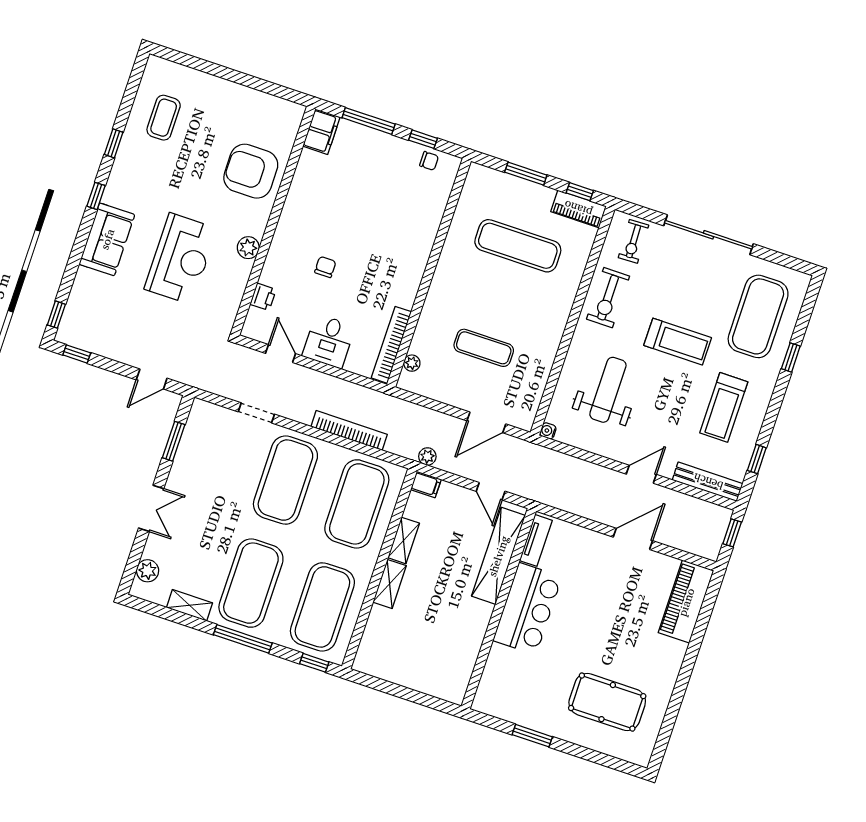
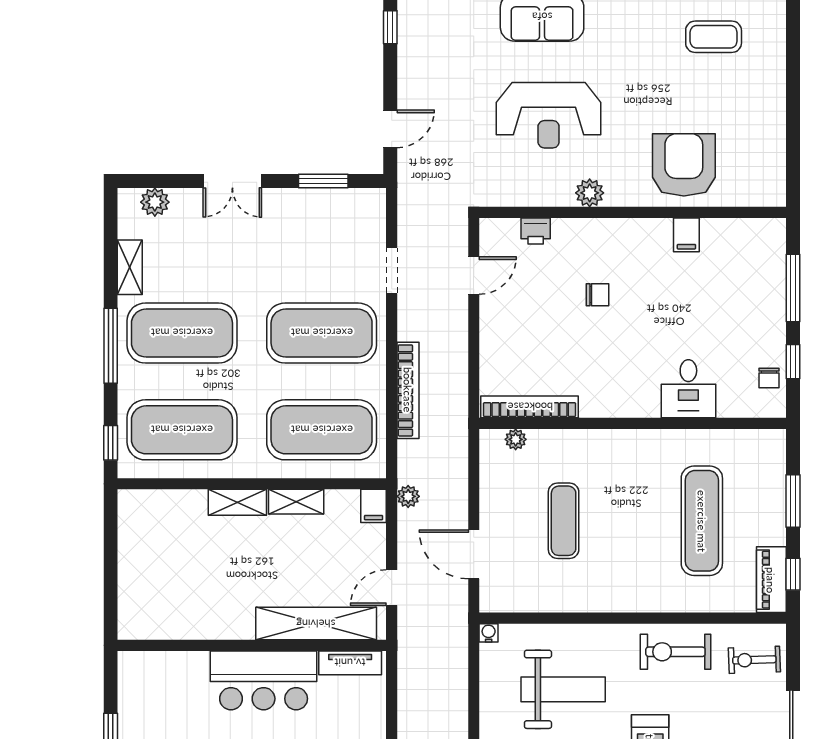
filing cabinet: (321, 132) -> (686, 235), moved, width x0.50
desk: (329, 341) -> (688, 389), moved, turned -90
door: (152, 379) -> (390, 129), swing flipped

